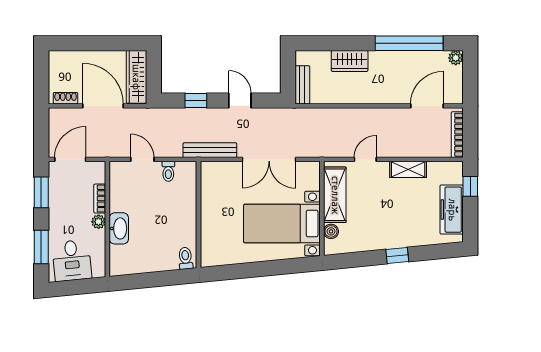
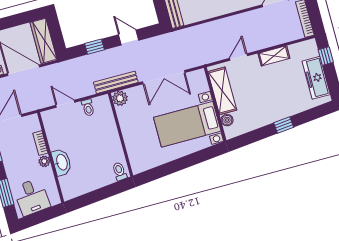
plant: (210, 171) -> (120, 98), added

